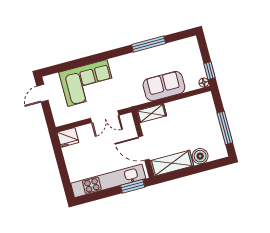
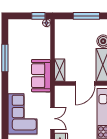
sofa: (164, 86) -> (41, 76), moved
double door: (105, 117) -> (52, 119), moved

